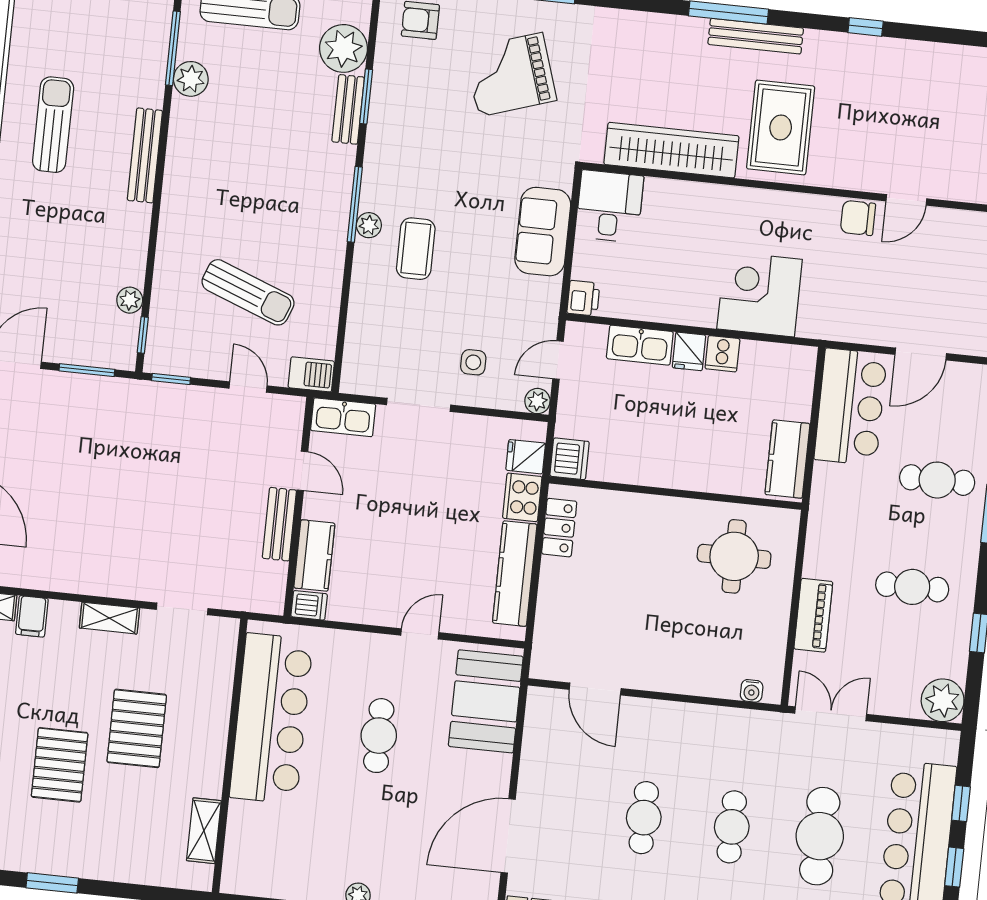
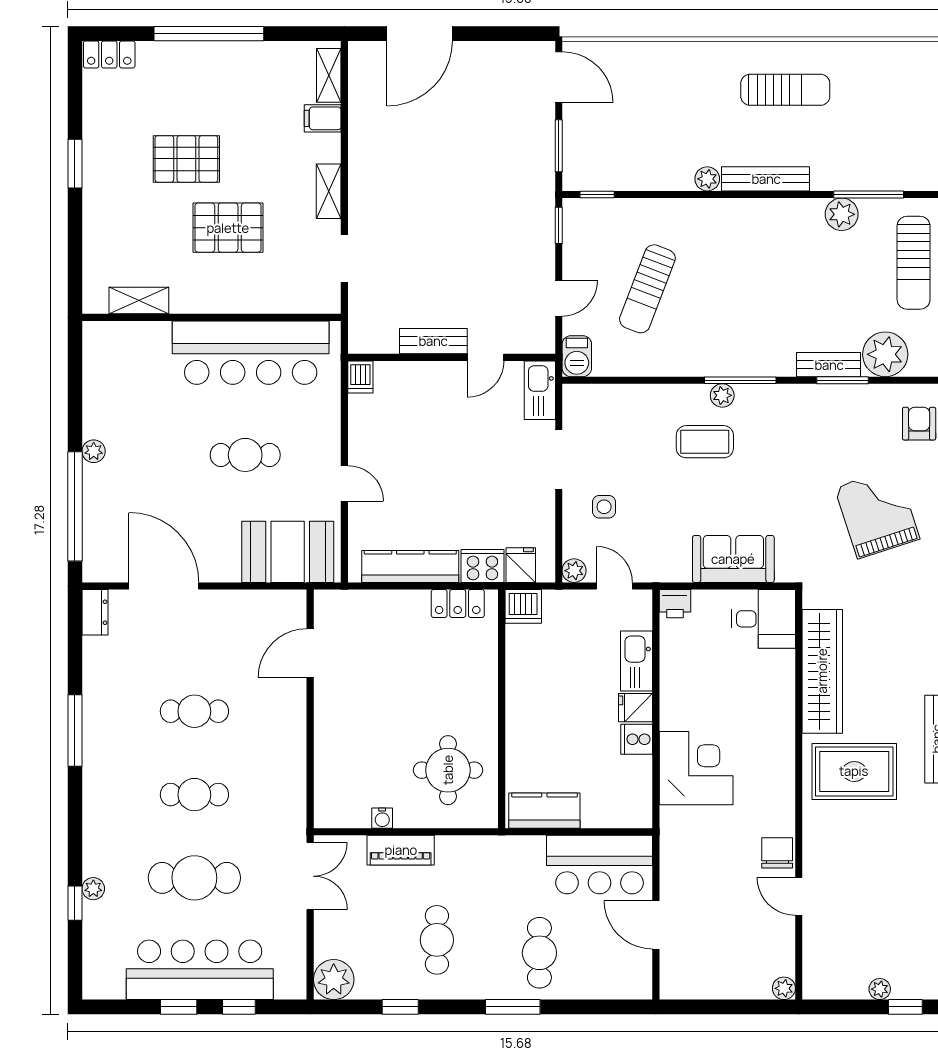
plant: (130, 300) -> (707, 179), moved
kitchen counter: (314, 556) -> (407, 377), removed
water cooler: (752, 691) -> (382, 818), moved, turned -90

